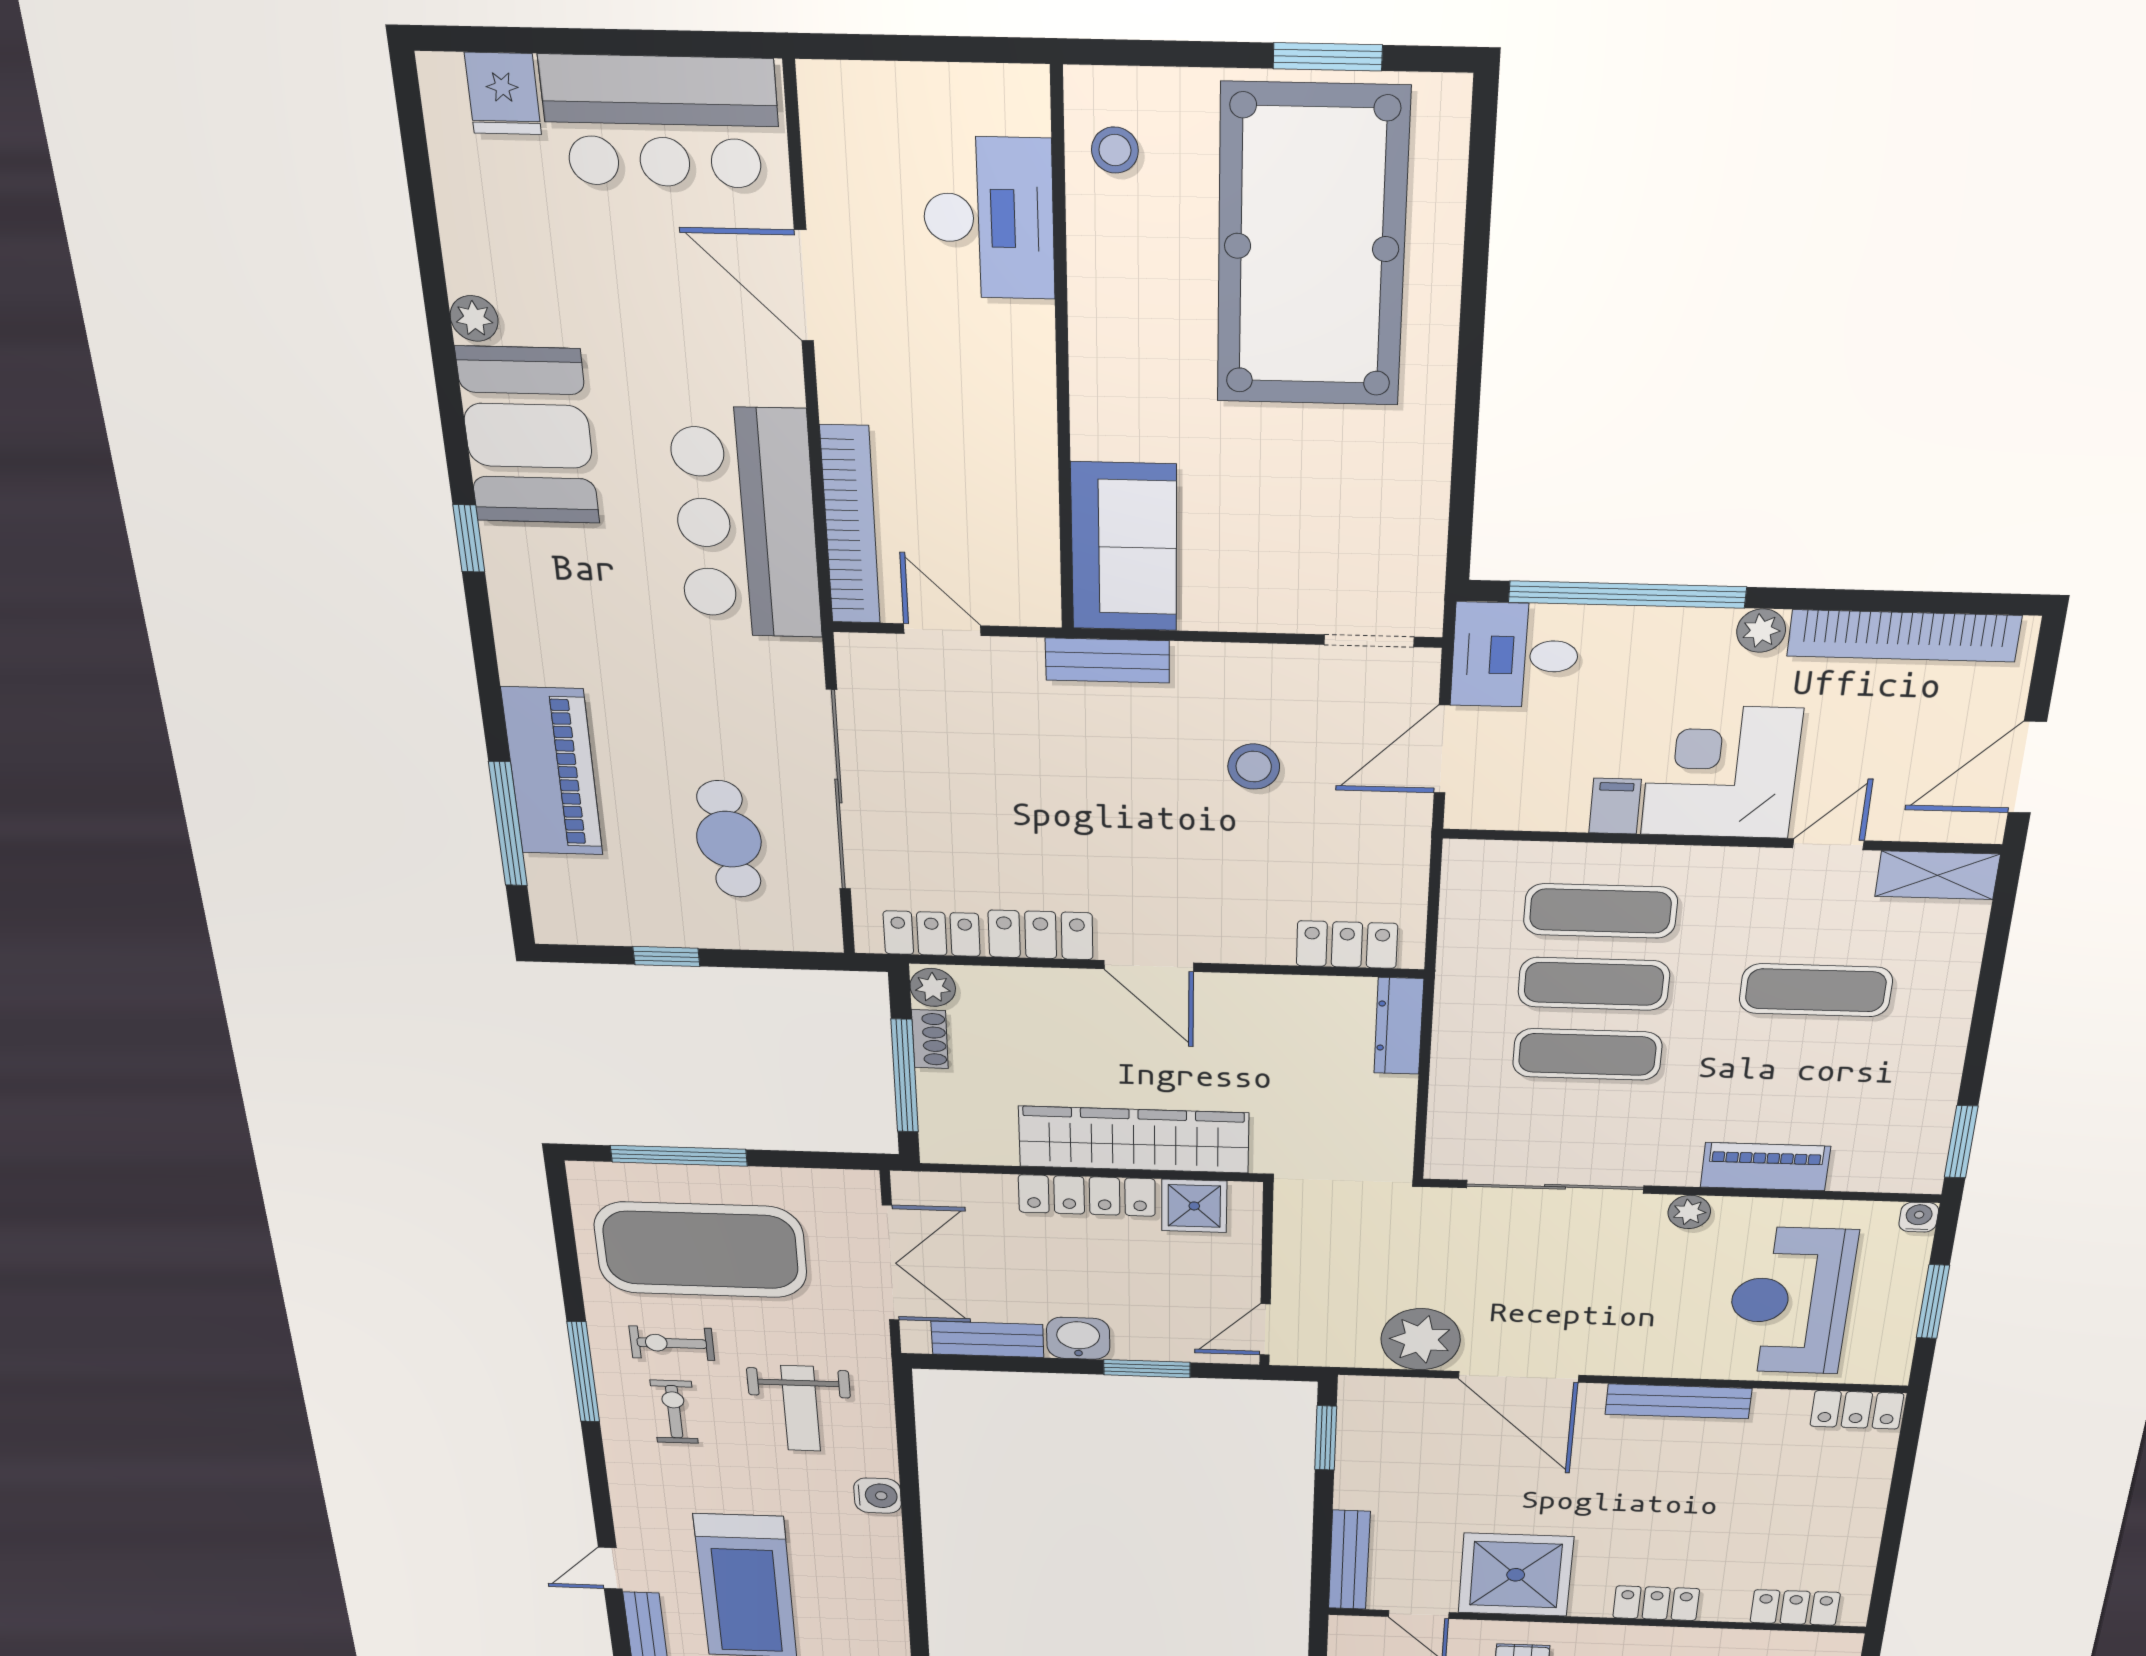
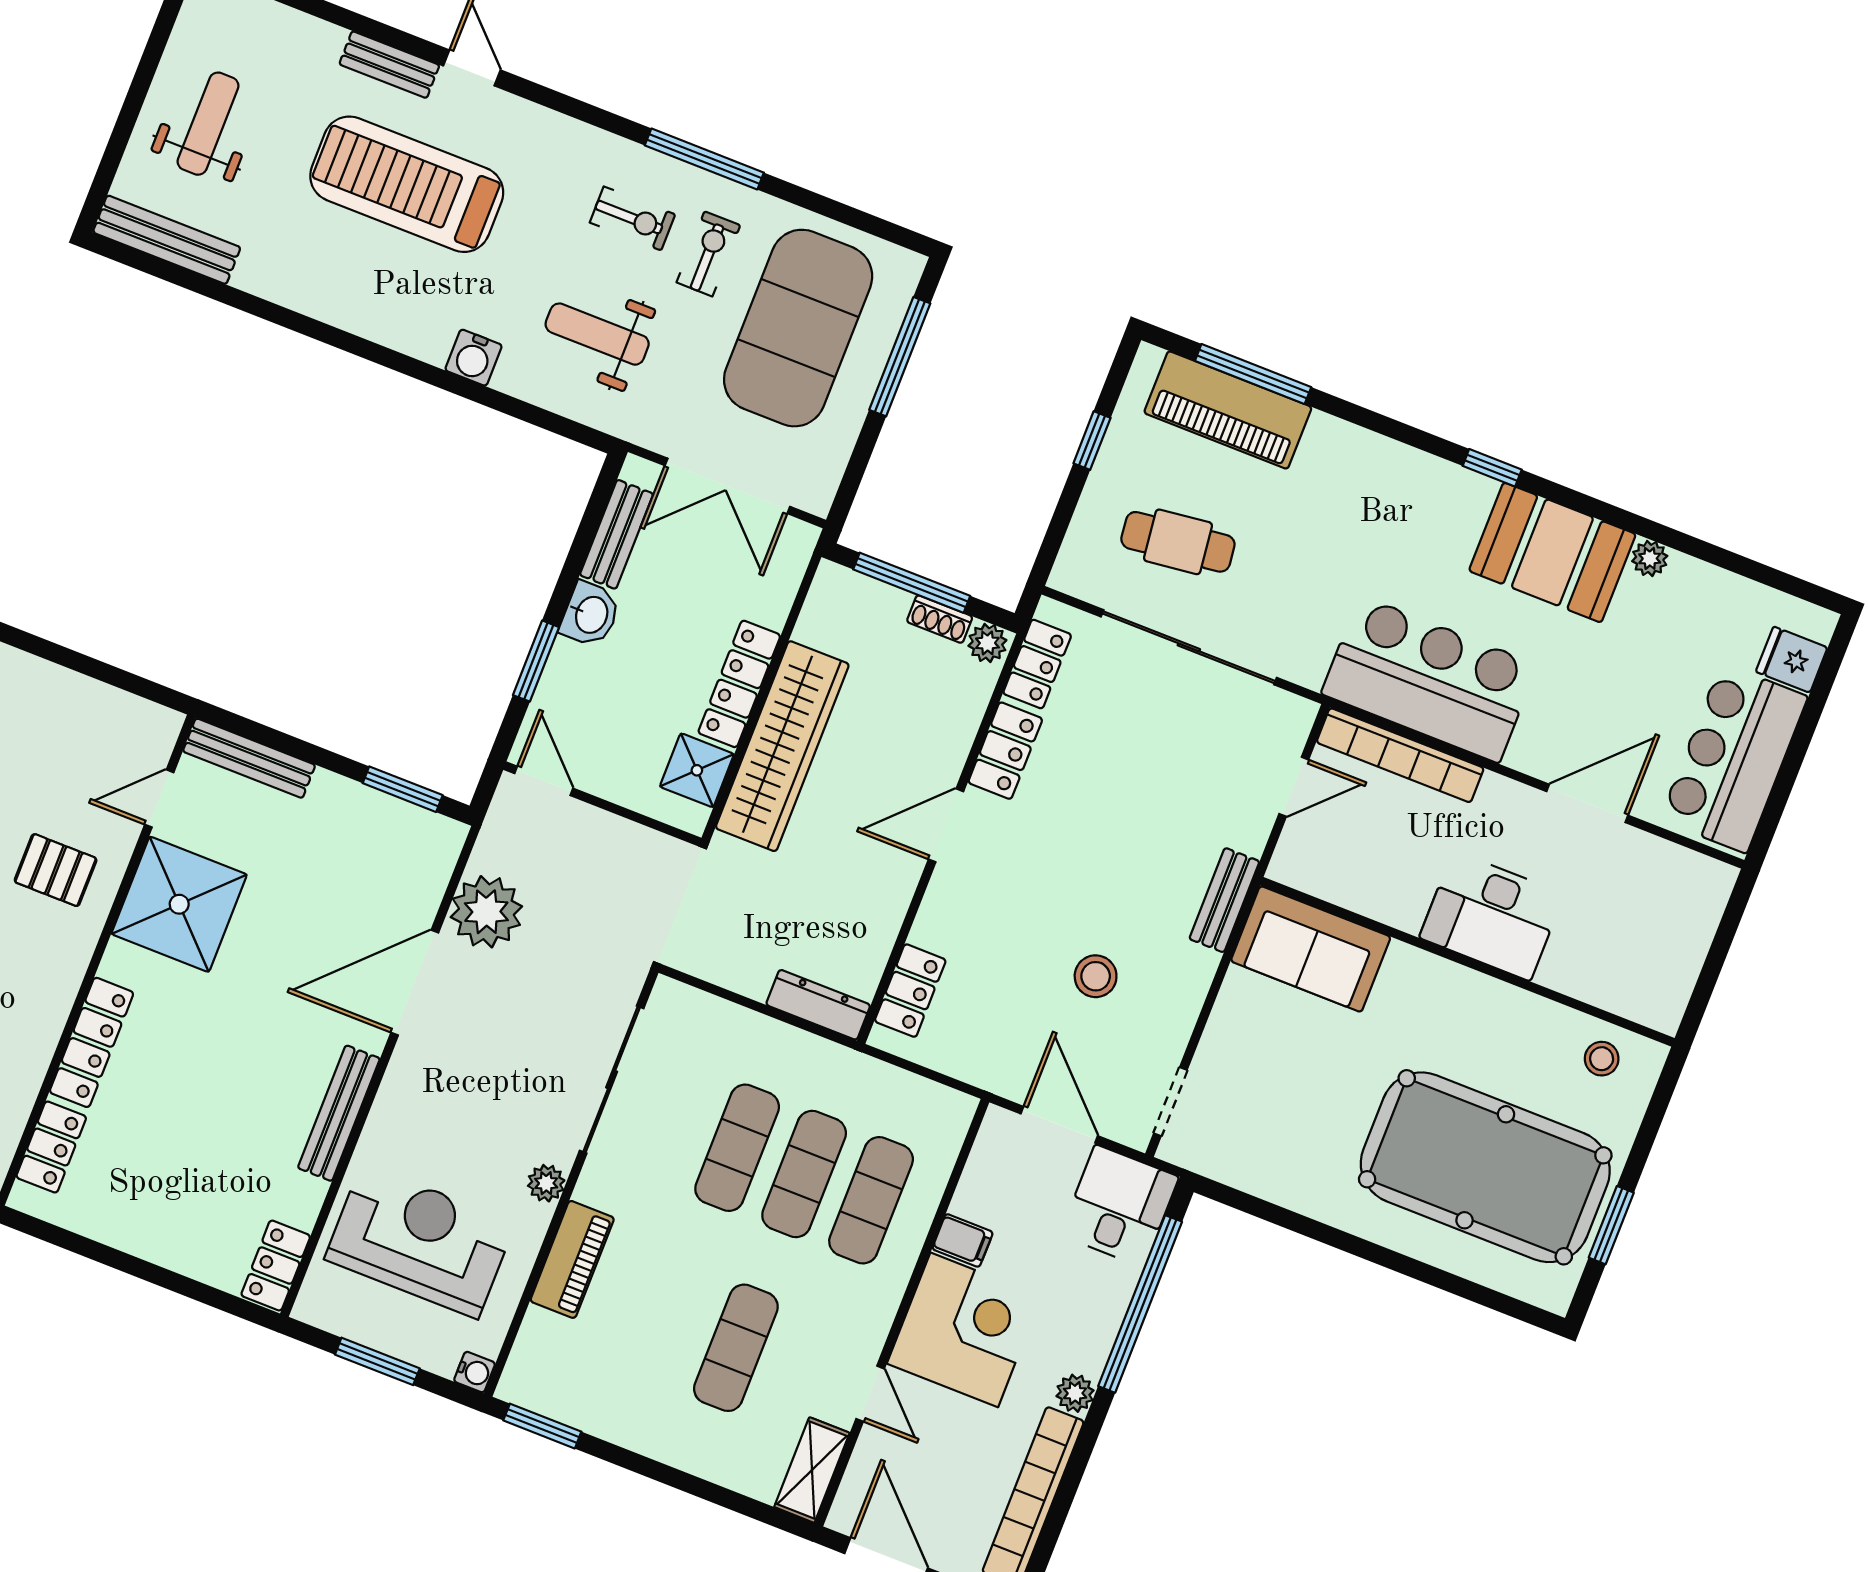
desk: (989, 218) -> (1492, 916), moved
piano: (552, 772) -> (1228, 410), moved
locker: (1656, 1603) -> (92, 1042), width x1.53

